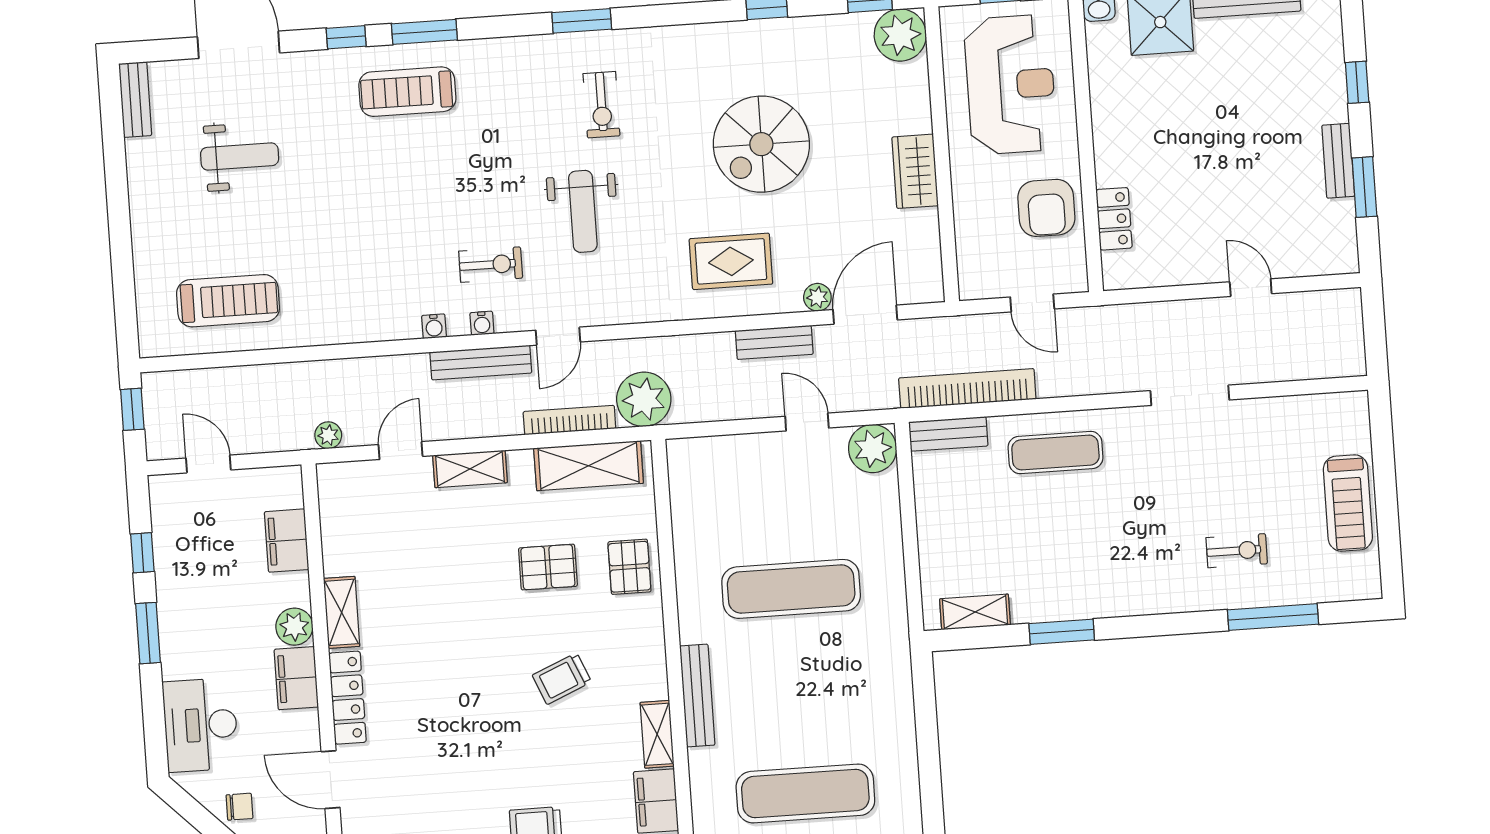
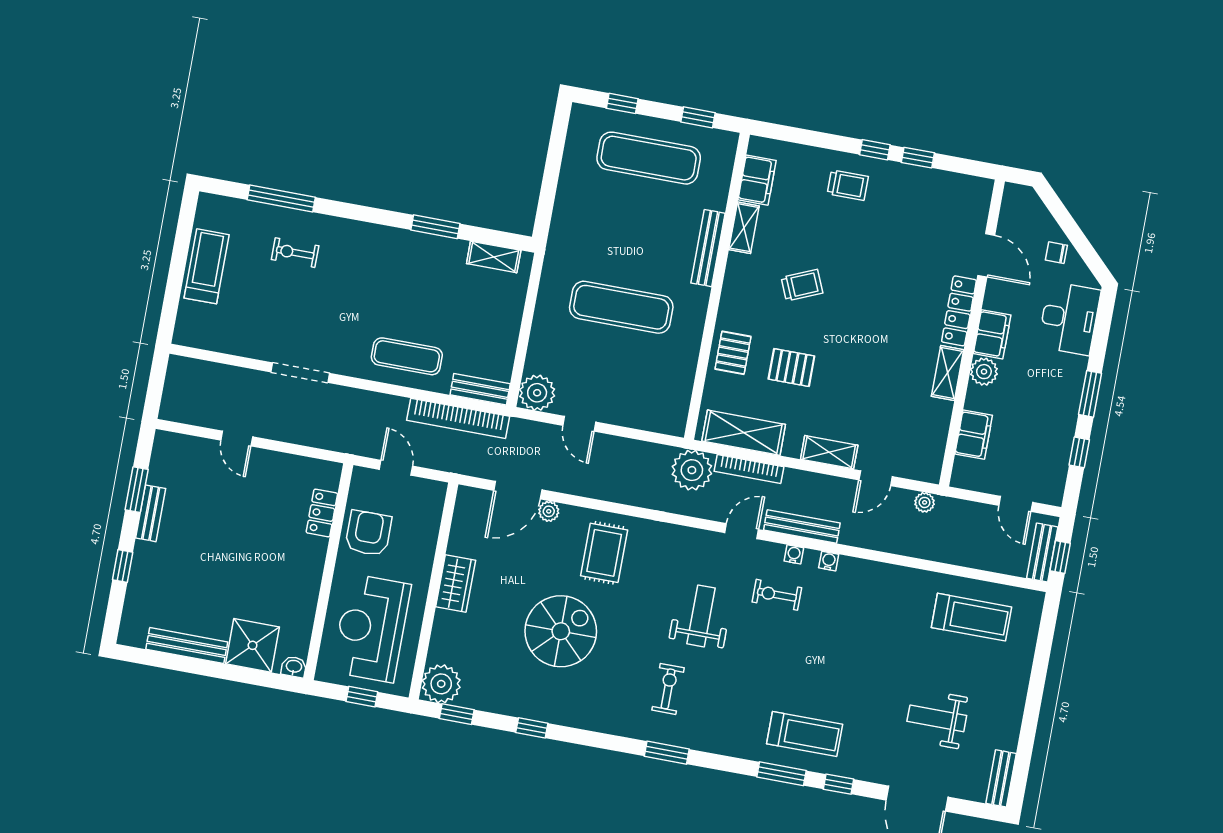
rug: (731, 261) -> (604, 553), turned 90
treadmill: (228, 301) -> (972, 617), turned 180
bench: (774, 342) -> (1042, 553), moved, turned 90

